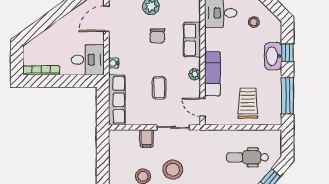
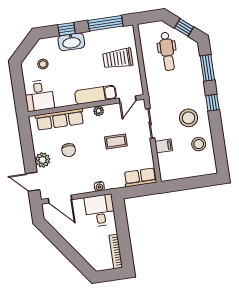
chair: (157, 36) -> (69, 150), turned 90
row of seats: (192, 40) -> (60, 119), width x1.48
row of seats: (117, 100) -> (140, 177), width x0.68

